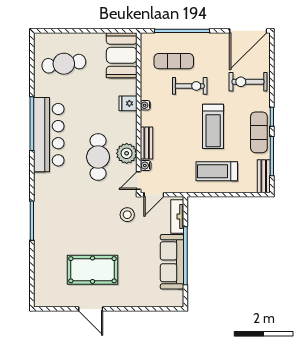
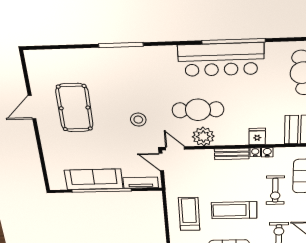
bench: (147, 143) -> (232, 154), moved
water cooler: (146, 166) -> (267, 152), moved
stool: (127, 215) -> (138, 120), moved

